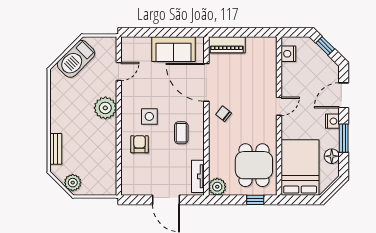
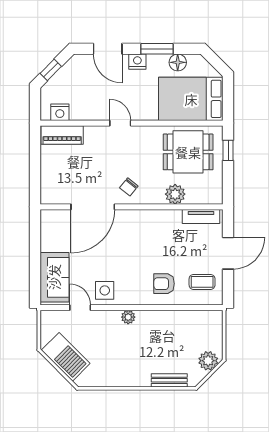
piano: (227, 45) -> (62, 135), moved, turned 90
sofa: (173, 49) -> (54, 277), moved
plant: (105, 108) -> (128, 317), width x0.53, depth x0.53
side table: (149, 116) -> (105, 290), moved
coffee table: (181, 133) -> (202, 282), moved
plant: (217, 187) -> (175, 194), moved

